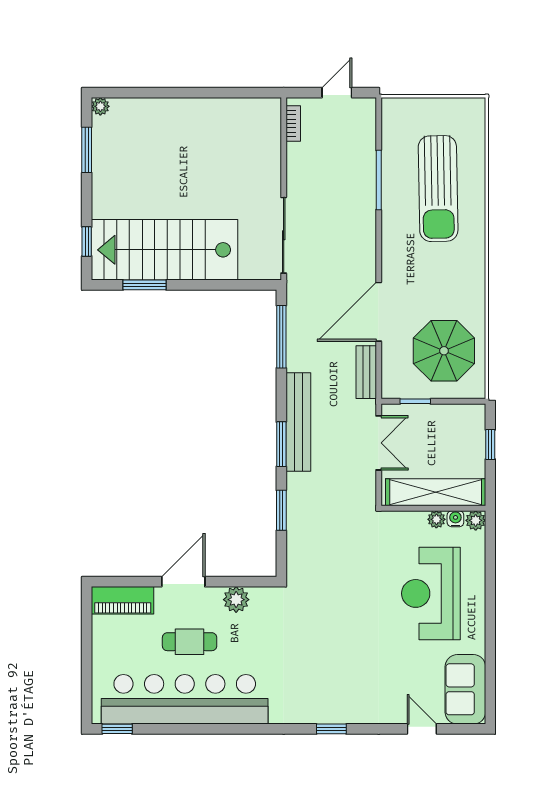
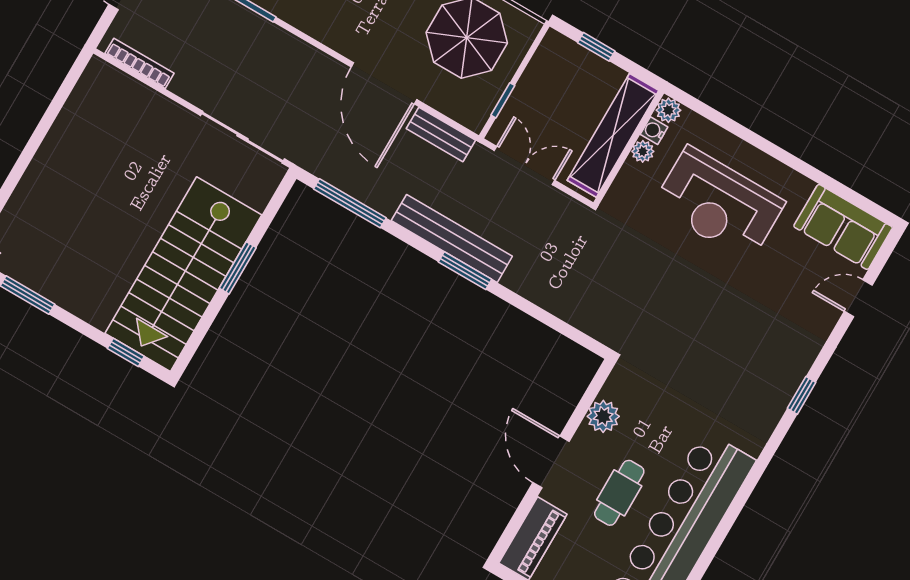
bookcase: (293, 124) -> (140, 63), width x1.56
window: (145, 285) -> (238, 268), moved
window: (281, 510) -> (536, 312), removed

